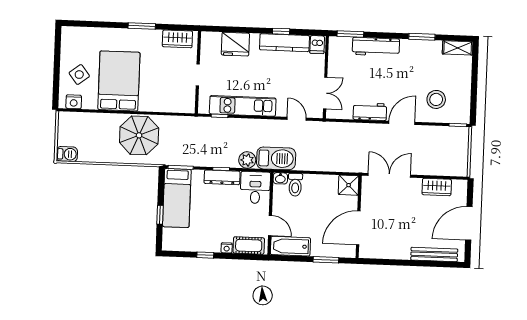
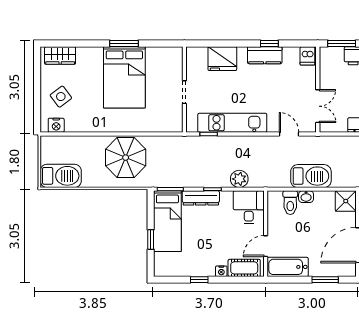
wardrobe: (177, 39) -> (60, 56), moved
kitchen counter: (284, 43) -> (265, 55), width x0.67
bed: (119, 81) -> (124, 77), moved, turned 180
barbecue: (67, 154) -> (61, 176), width x1.88, depth x1.53
barbecue: (276, 158) -> (311, 176), moved
dresser: (222, 177) -> (201, 198), moved
washbasin: (280, 178) -> (306, 197), moved
door: (270, 225) -> (266, 246), swing flipped

